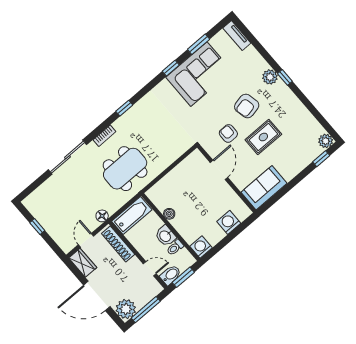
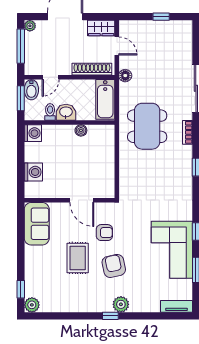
plant: (126, 309) -> (30, 26), width x0.53, depth x0.53

